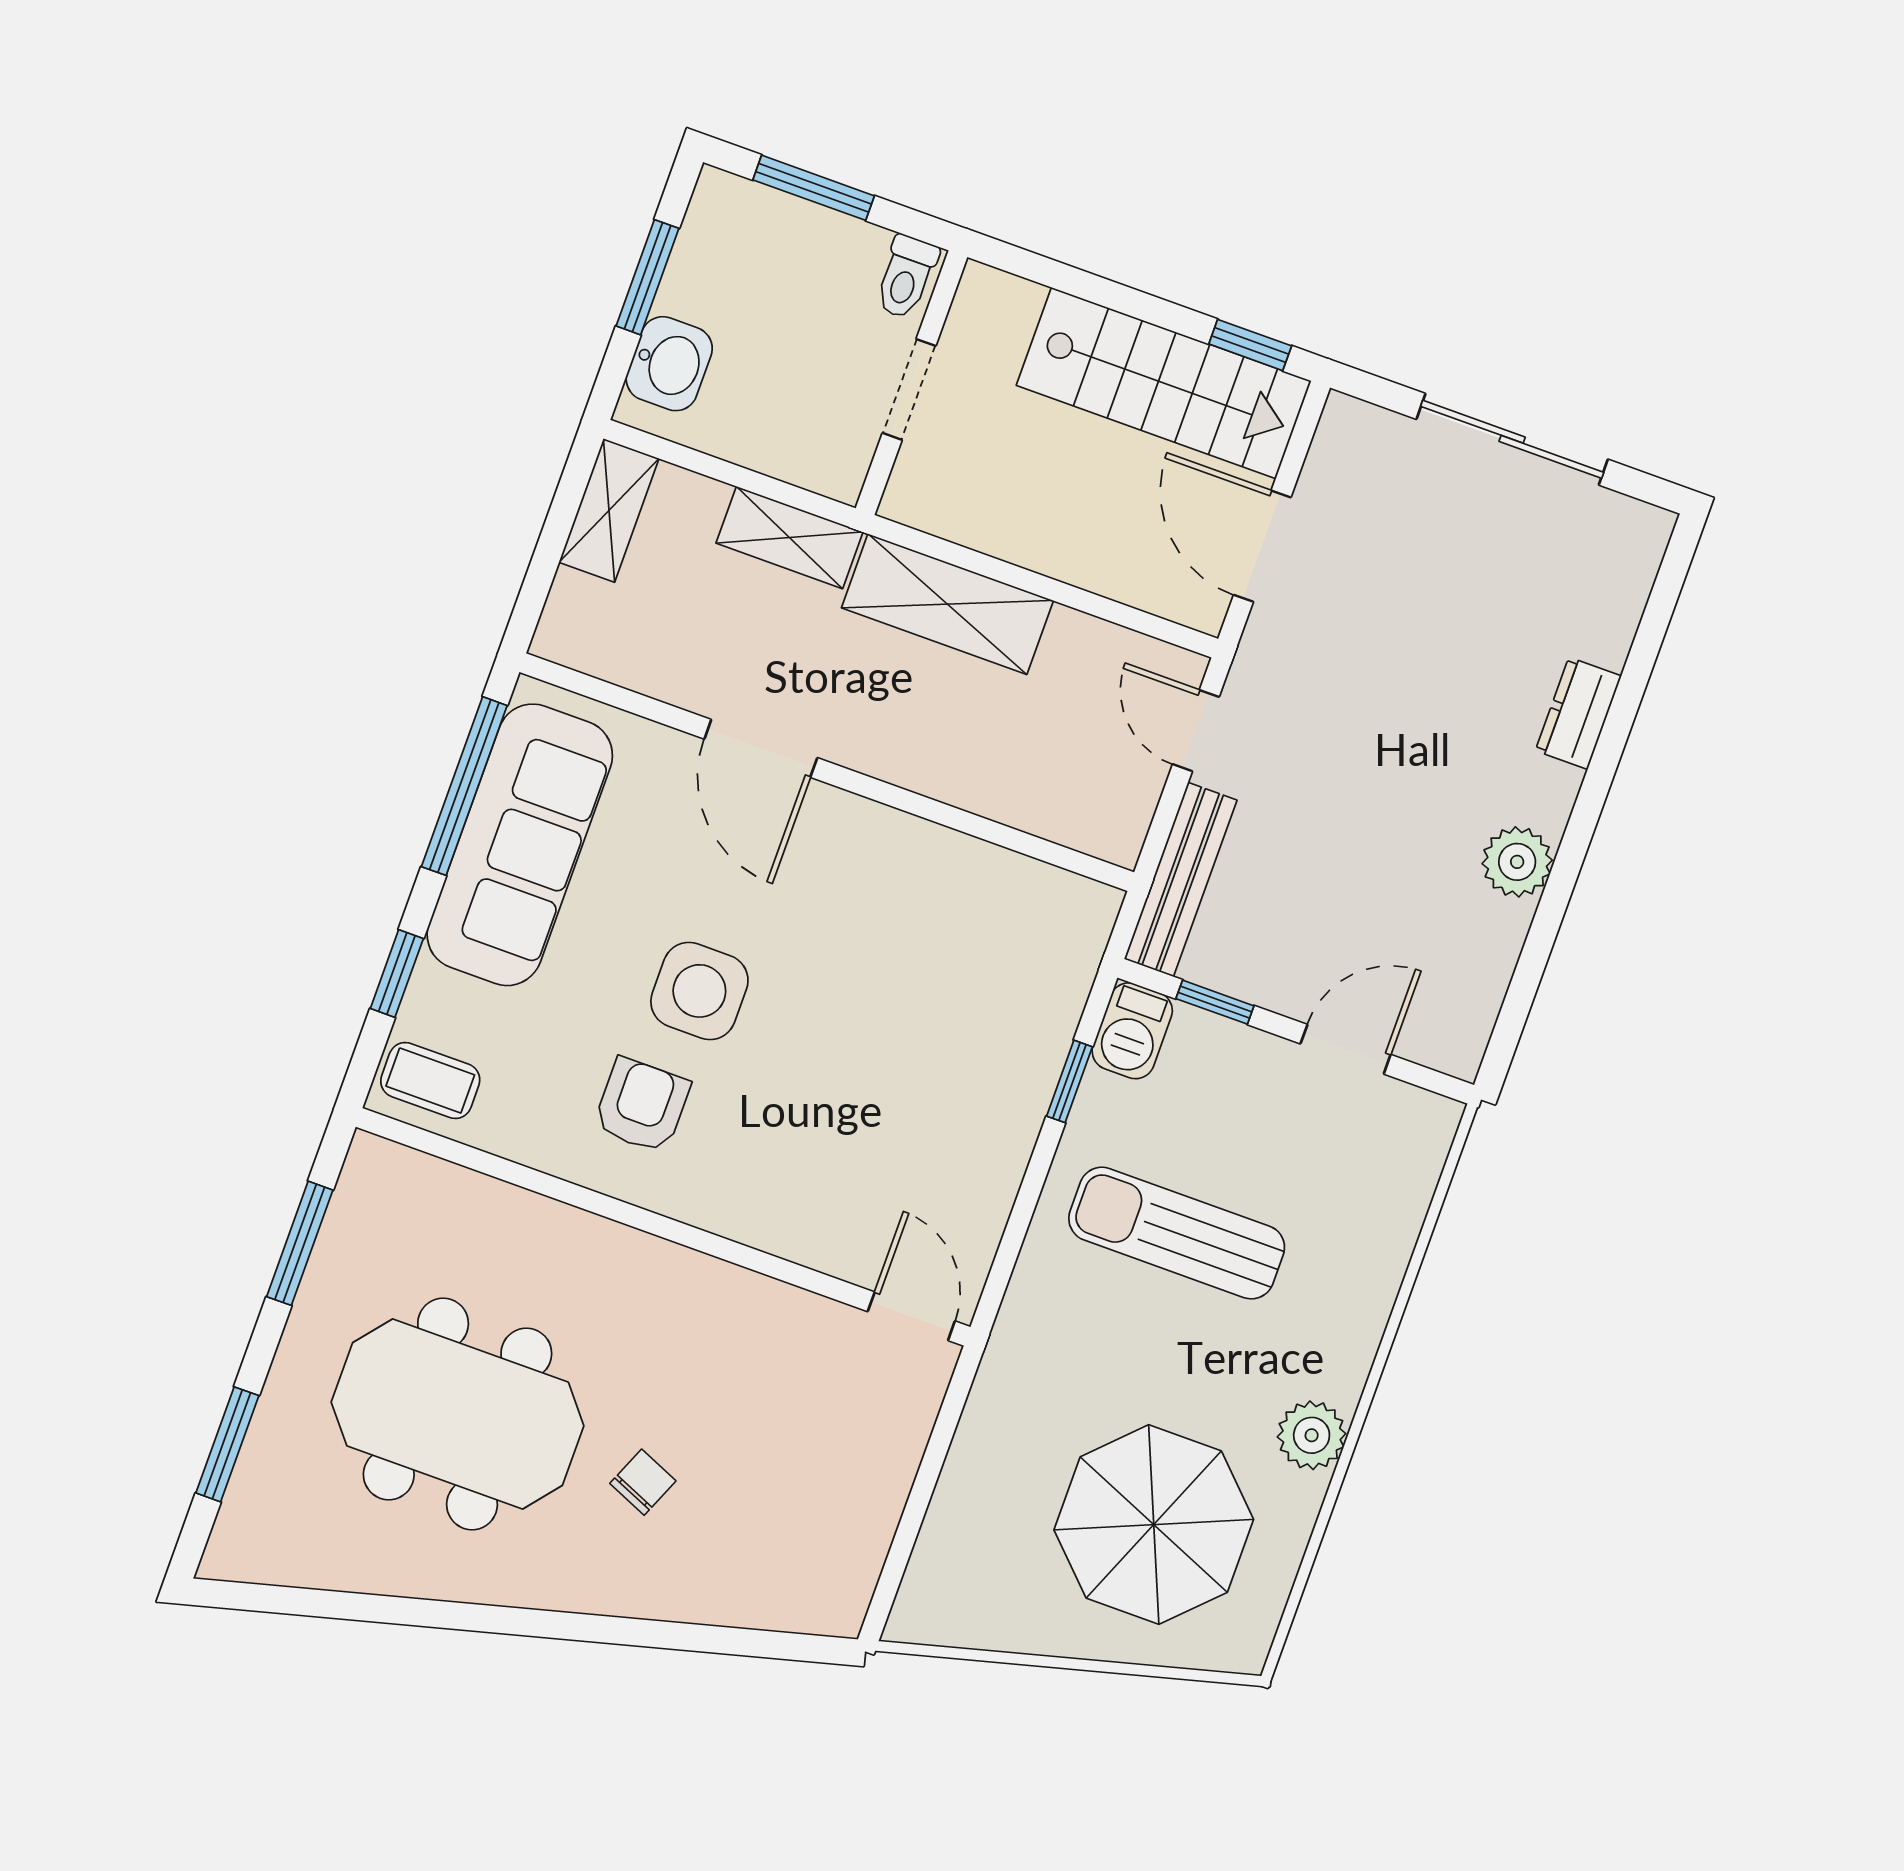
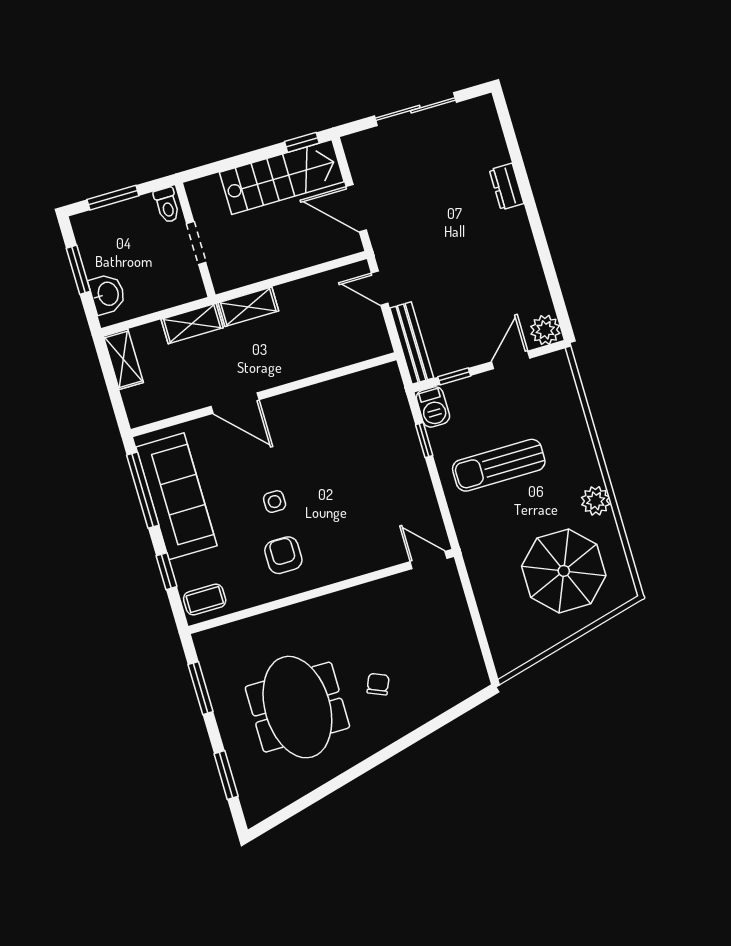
shelving: (947, 604) -> (248, 307), width x0.67, depth x0.75
plant: (1517, 862) -> (545, 330), moved
side table: (699, 991) -> (275, 502), width x0.54, depth x0.54
meeting table: (458, 1414) -> (297, 707), turned 90

